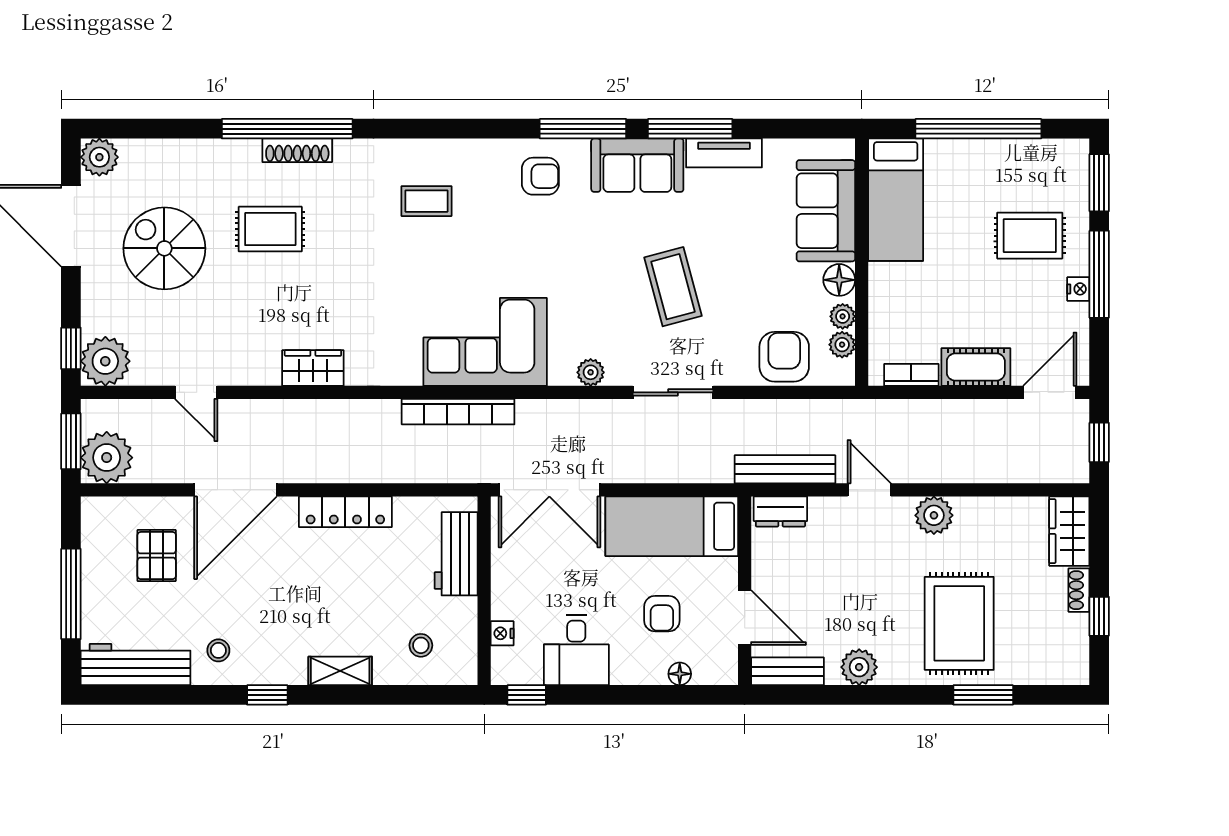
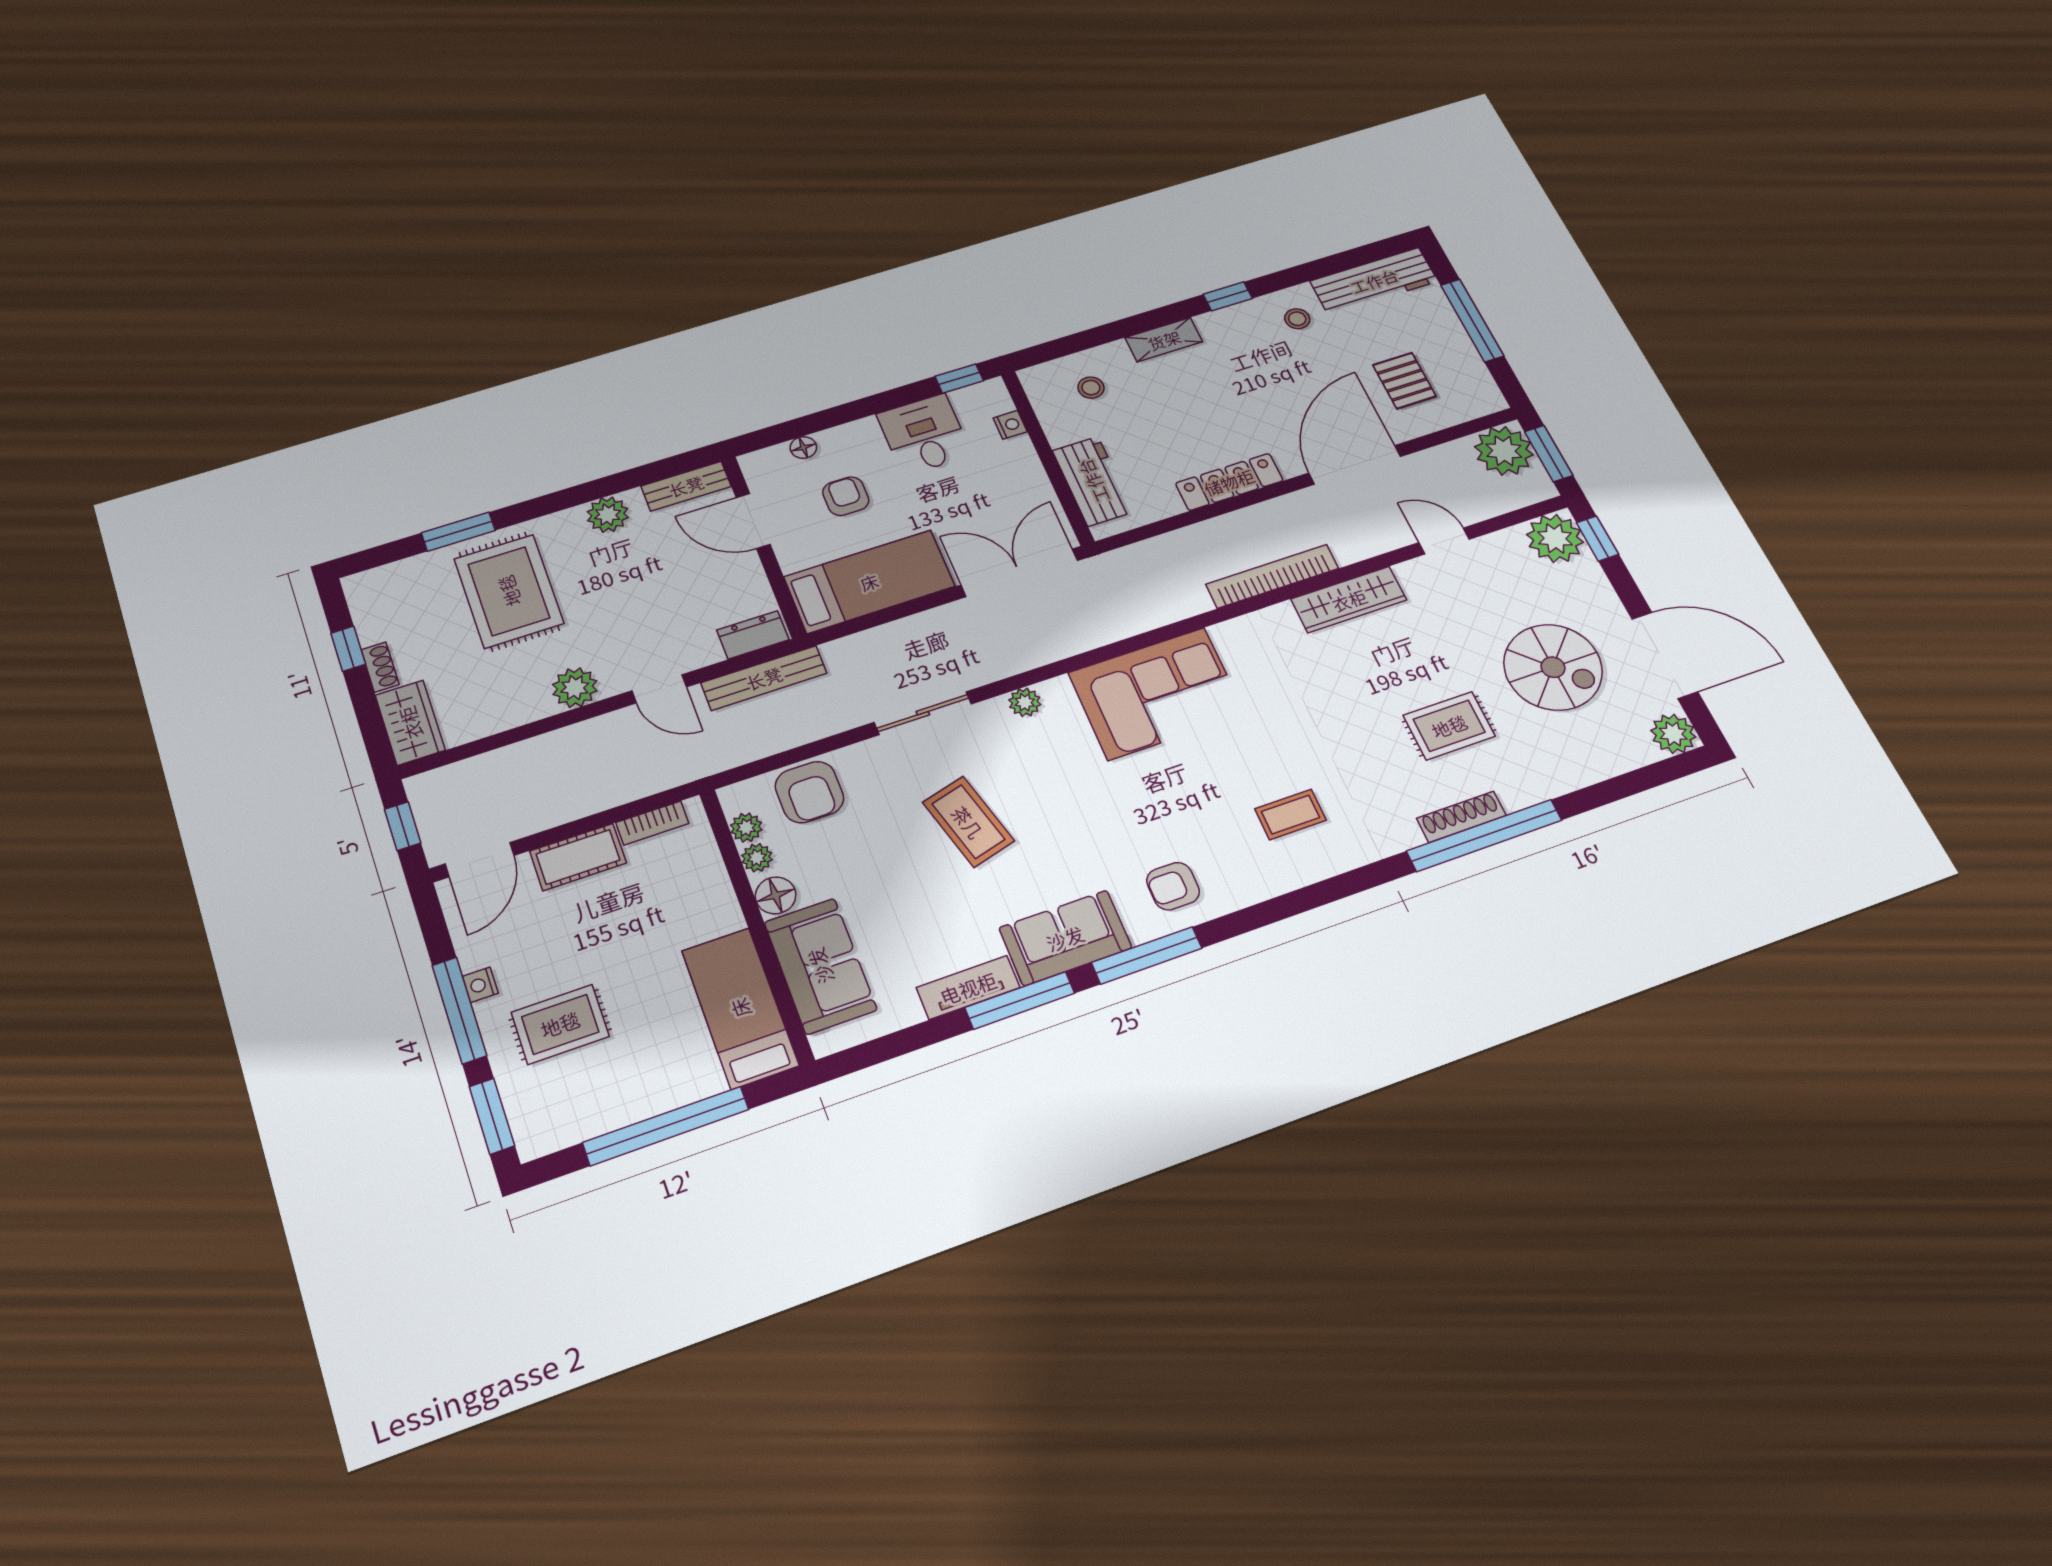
wardrobe: (313, 368) -> (1349, 600), width x1.50
bookcase: (458, 412) -> (1272, 576), moved

